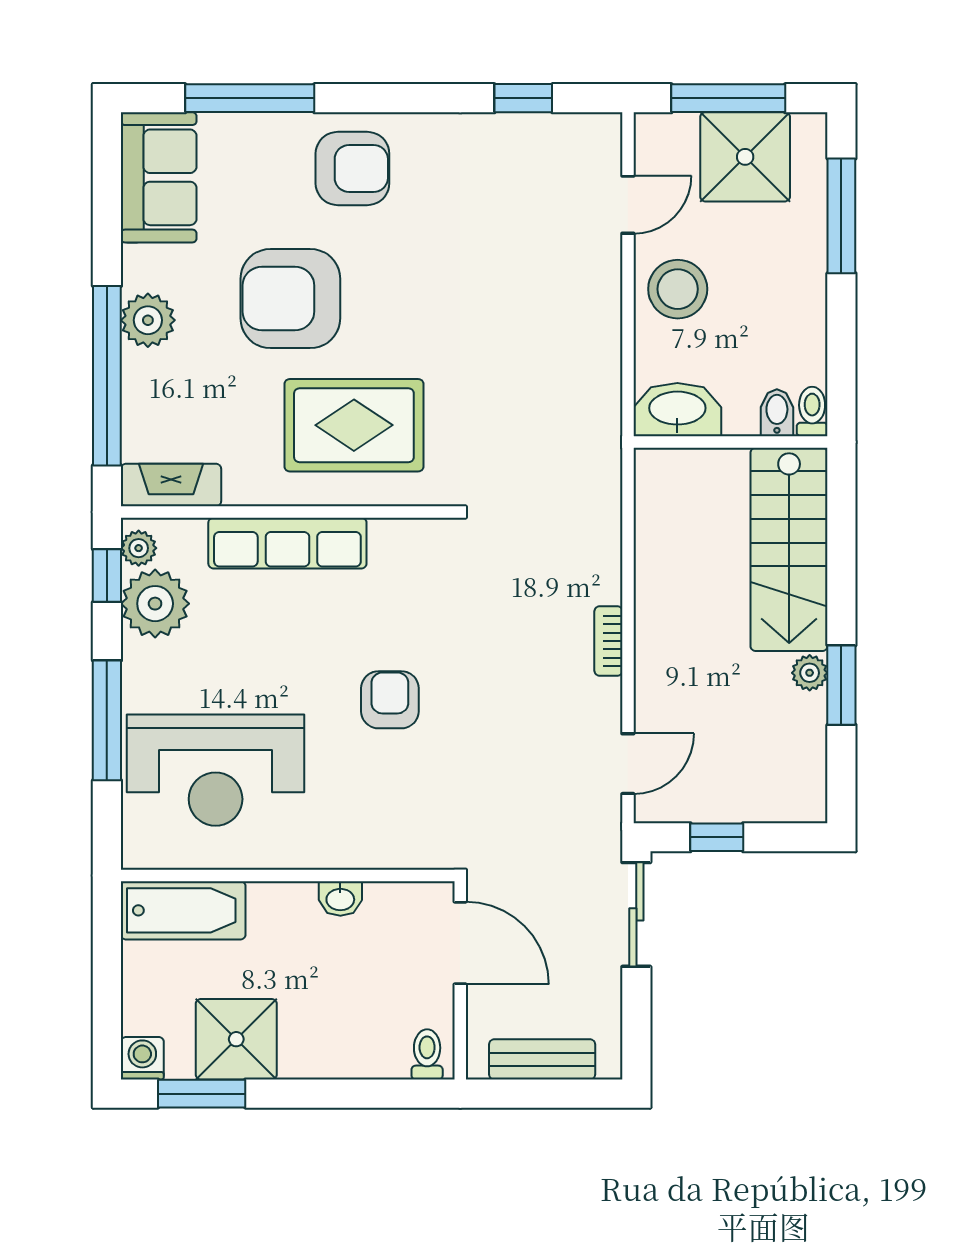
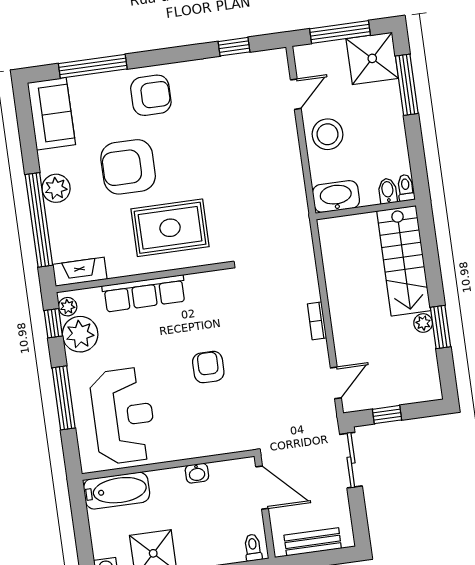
shower: (745, 157) -> (372, 58), moved
reception desk: (216, 770) -> (123, 416), turned -90

